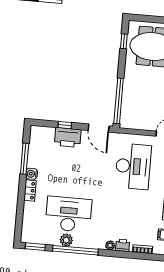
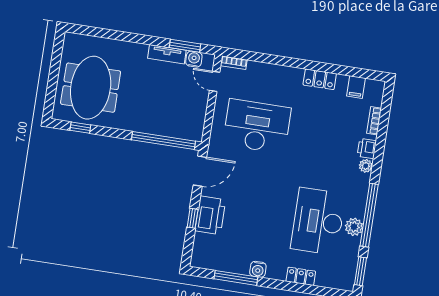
locker: (30, 191) -> (301, 276), moved

